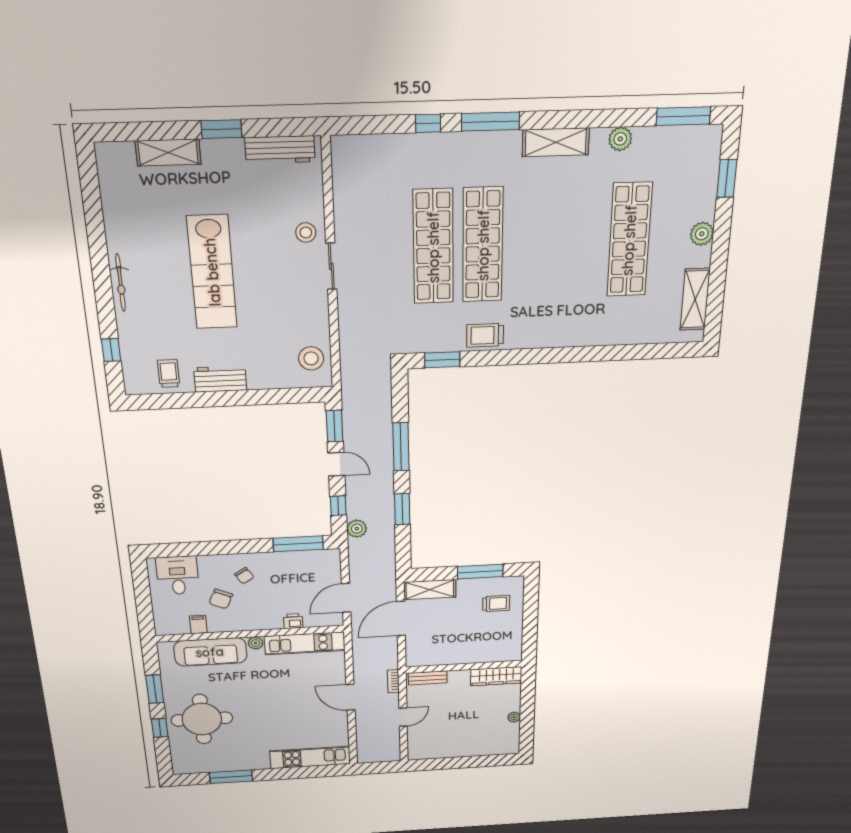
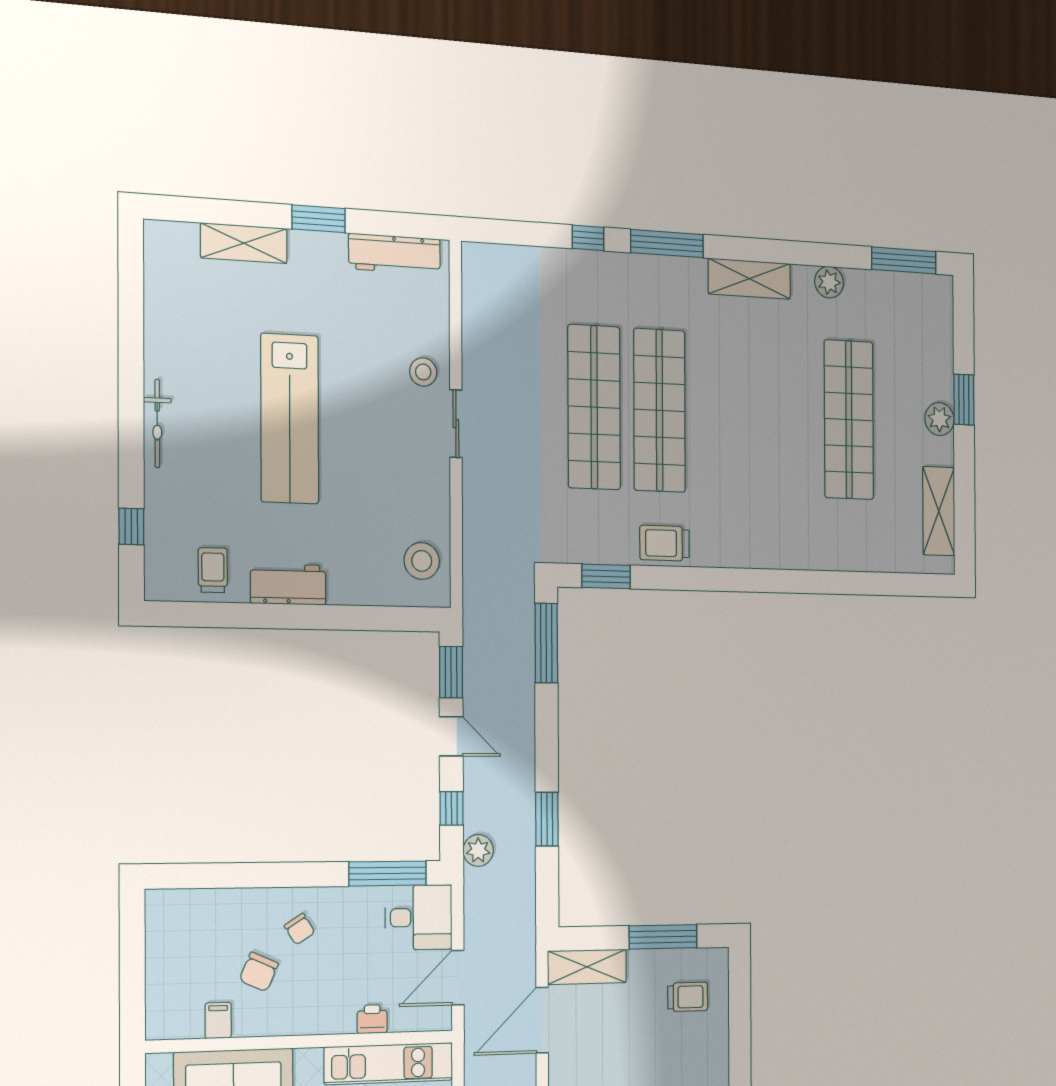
window: (727, 178) -> (964, 400), moved
window: (401, 447) -> (546, 643), moved
desk: (178, 575) -> (419, 917), moved, turned 90
plant: (256, 643) -> (309, 1060), removed

